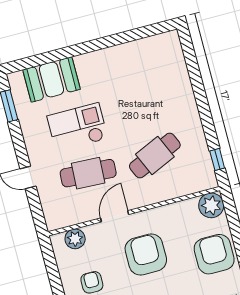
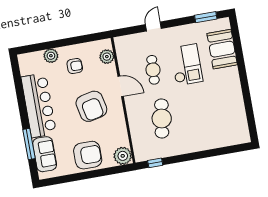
cafe table: (155, 156) -> (162, 119), turned 33
cafe table: (88, 173) -> (153, 70), width x0.73, depth x0.74
armchair: (146, 254) -> (91, 106), turned 78

